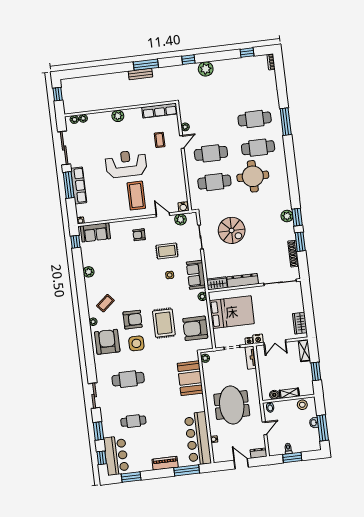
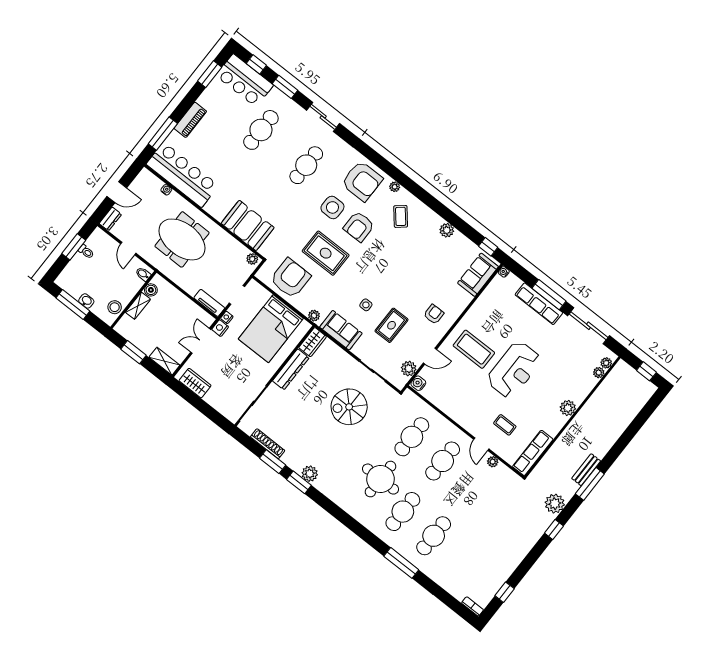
plant: (206, 69) -> (555, 504), moved
cafe table: (133, 421) -> (261, 130), width x1.37, depth x1.35

